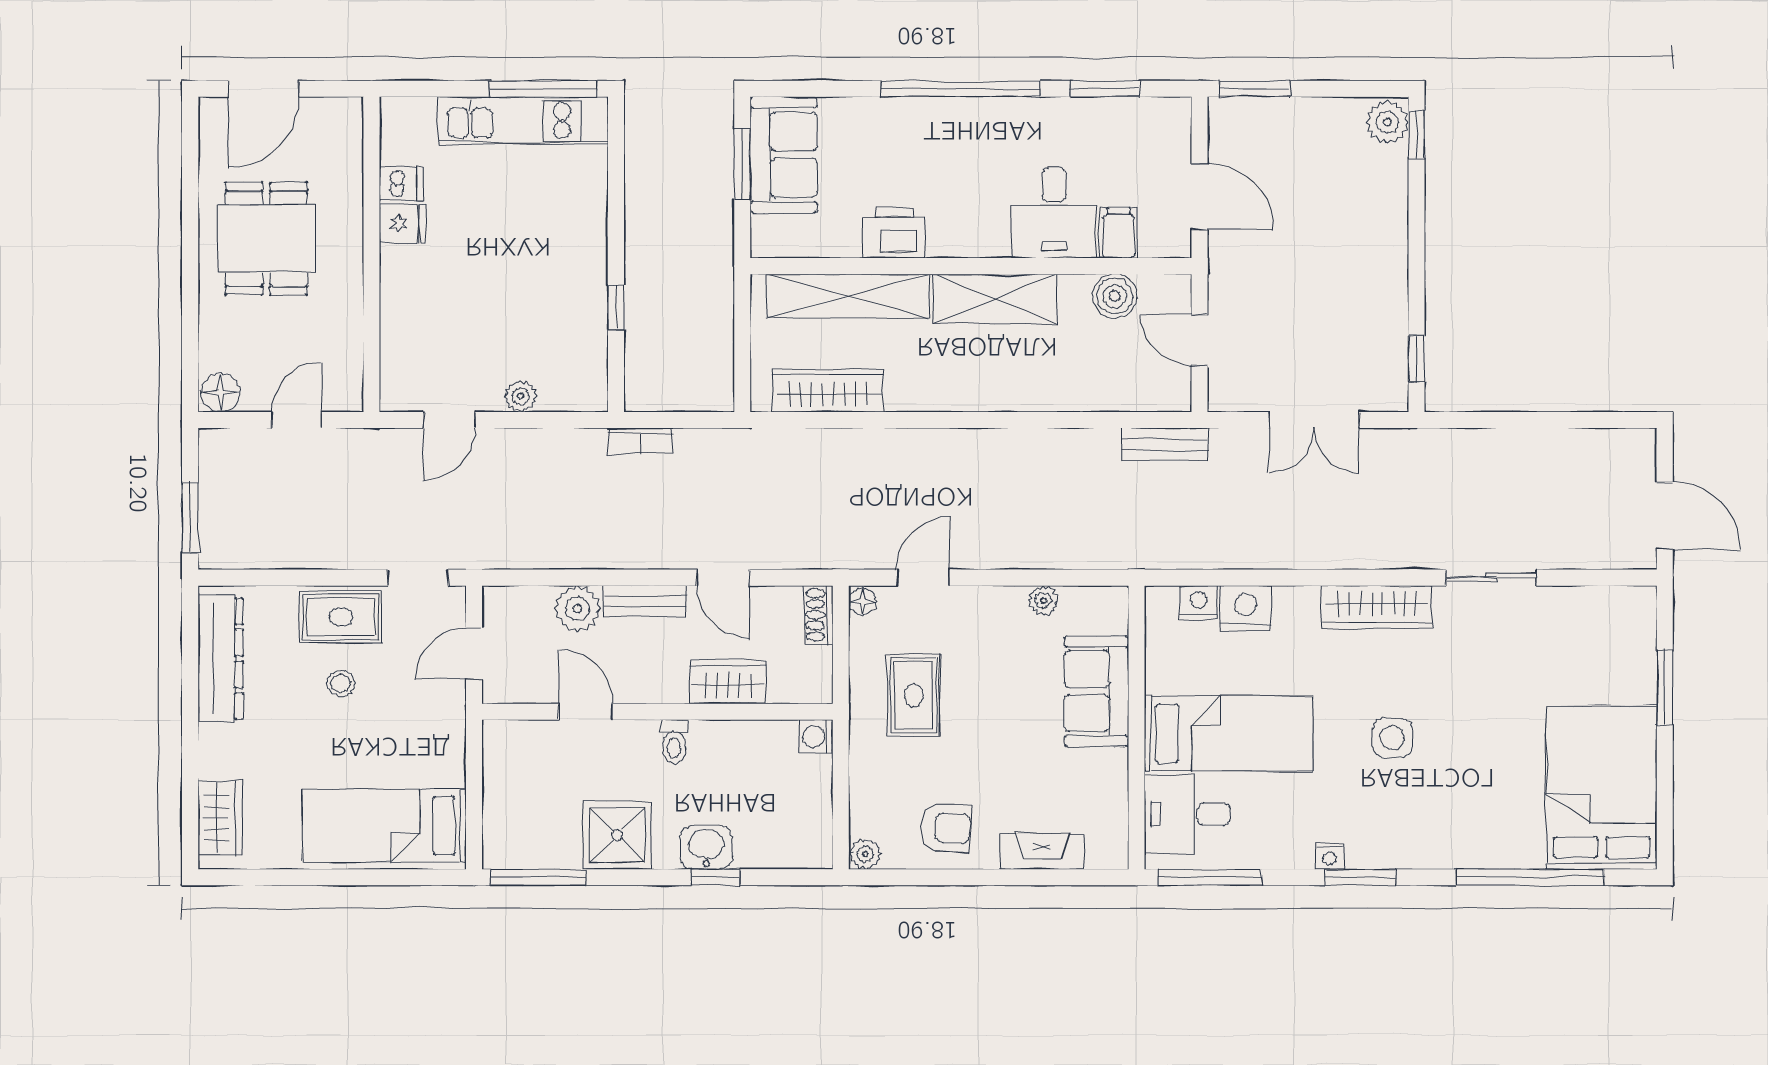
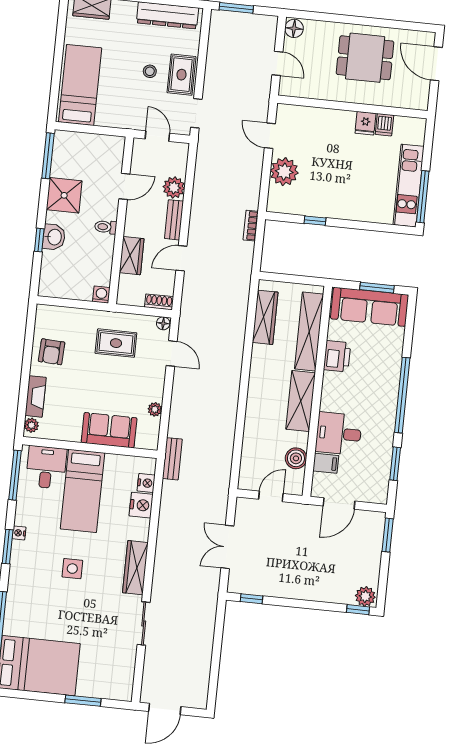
sofa: (784, 155) -> (370, 307), width x1.36
plant: (521, 396) -> (284, 172), width x1.87, depth x1.87
bench: (1165, 444) -> (172, 459), moved
plant: (865, 854) -> (31, 425), moved

